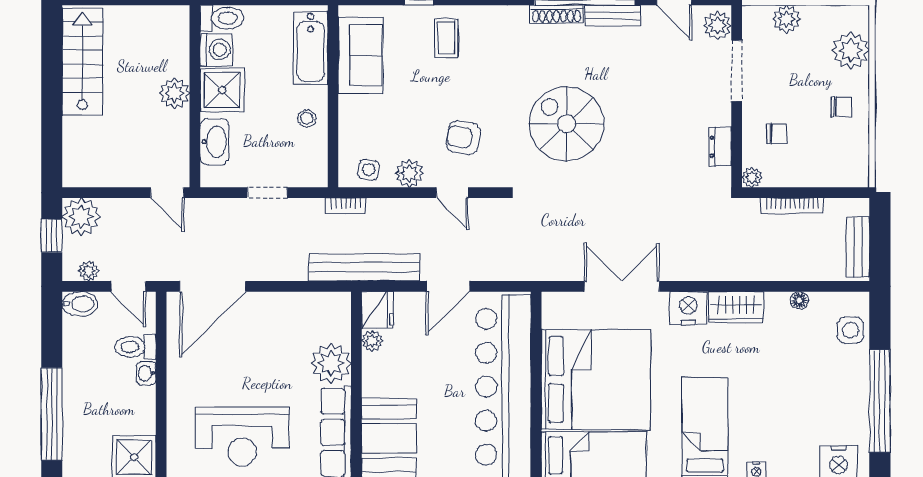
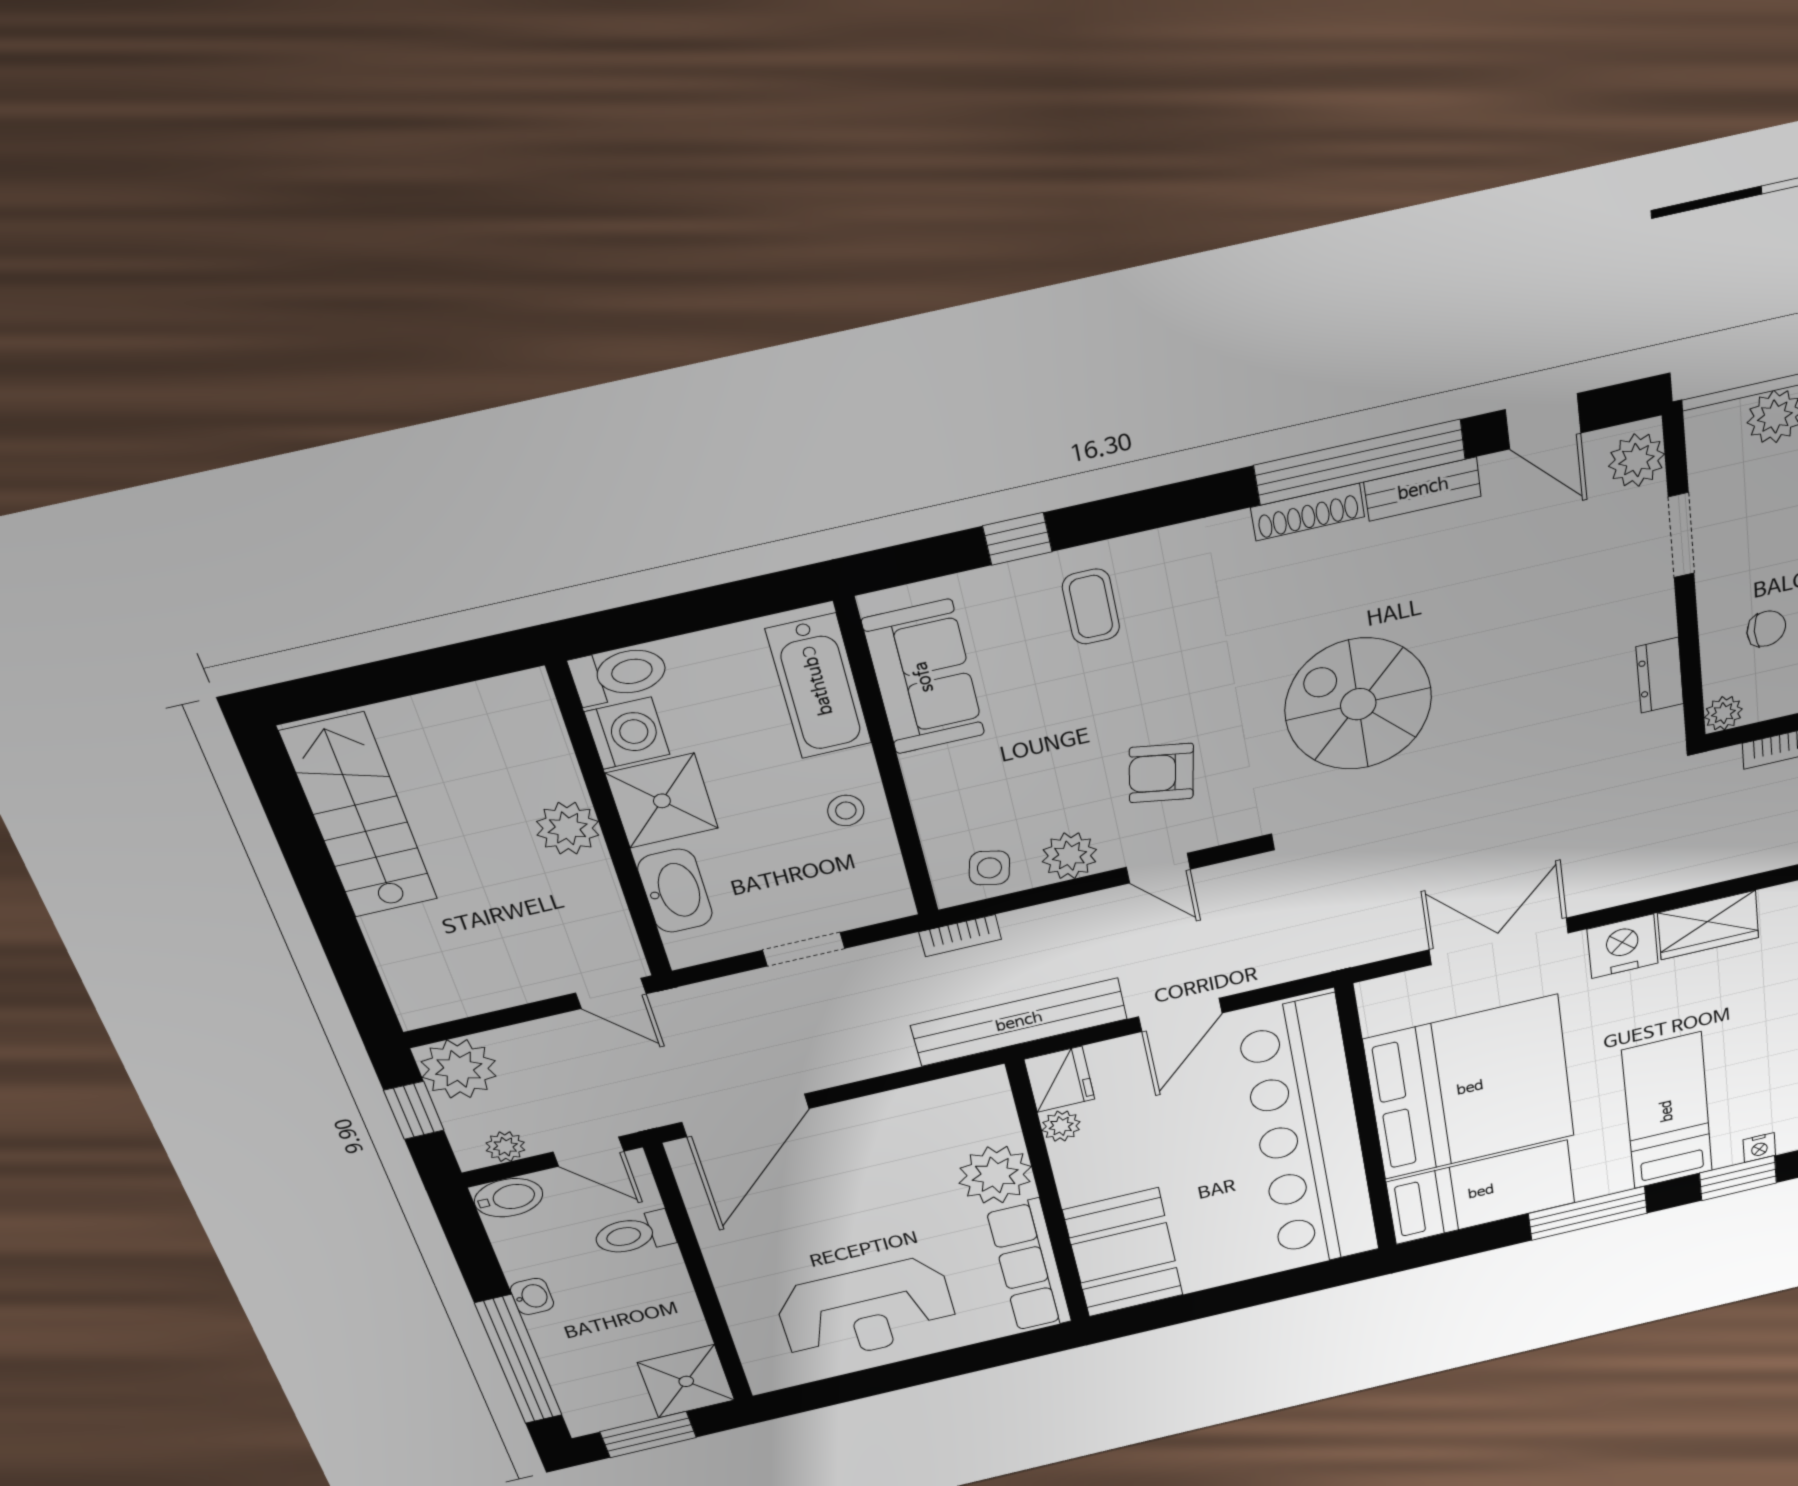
doorway: (737, 71) -> (1681, 535), width x0.73
washbasin: (146, 373) -> (532, 1296), moved, turned 180

